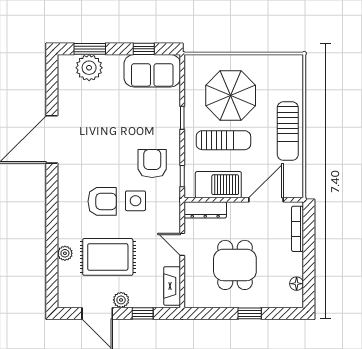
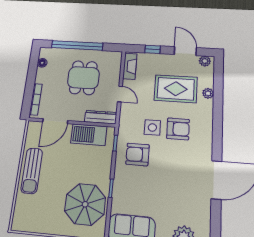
parasol: (231, 96) -> (85, 204), moved
sun lounger: (288, 131) -> (32, 171), turned 180
sun lounger: (223, 140) -> (81, 168), removed
armchair: (152, 164) -> (137, 154), turned 90
armchair: (102, 201) -> (178, 129), turned 180
plant: (121, 300) -> (205, 61), moved
window: (250, 313) -> (77, 45), width x3.17

